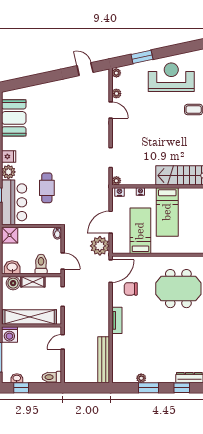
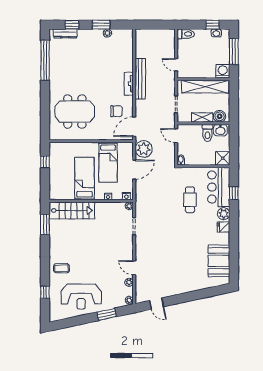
toilet: (41, 264) -> (207, 133), moved
door: (63, 342) -> (176, 65), swing flipped
bench: (104, 360) -> (140, 79), moved

